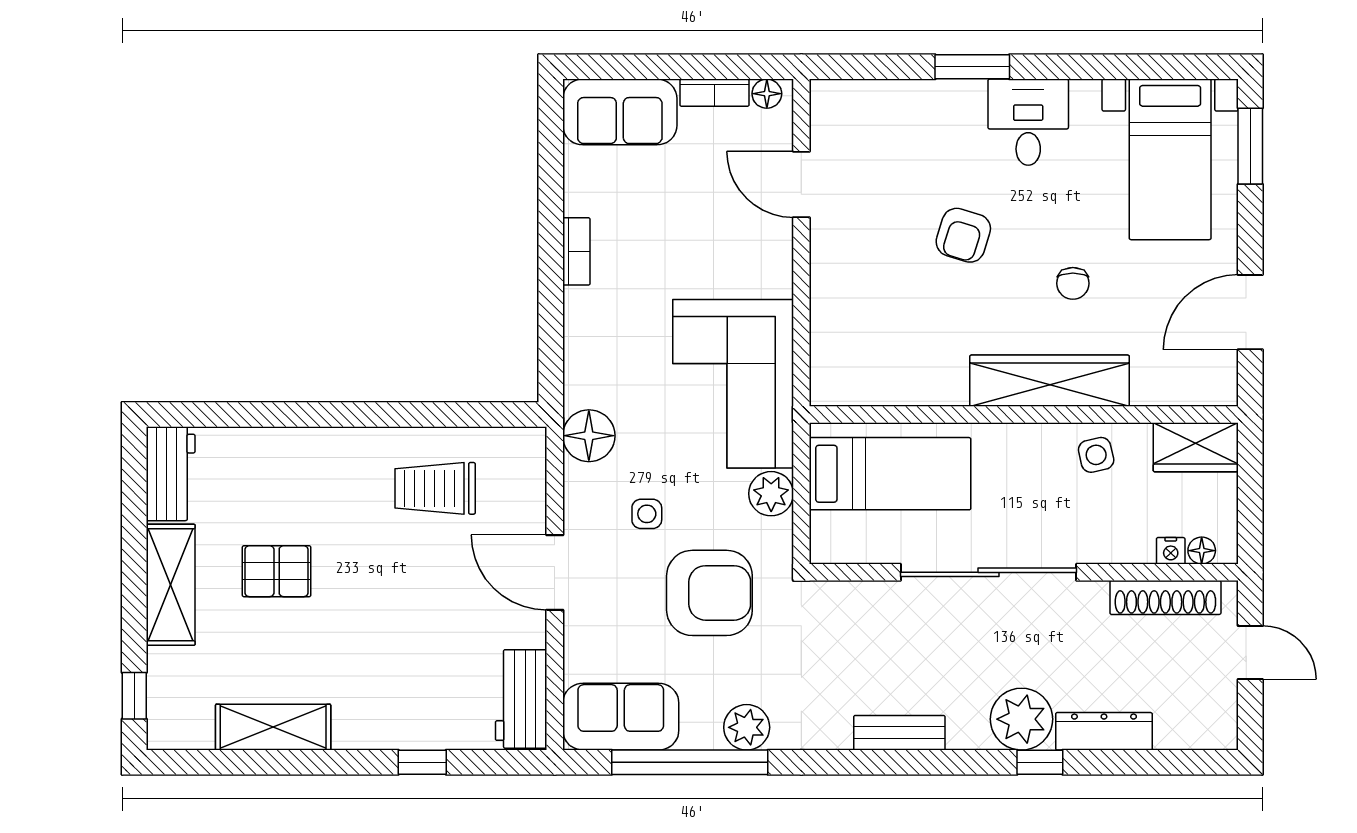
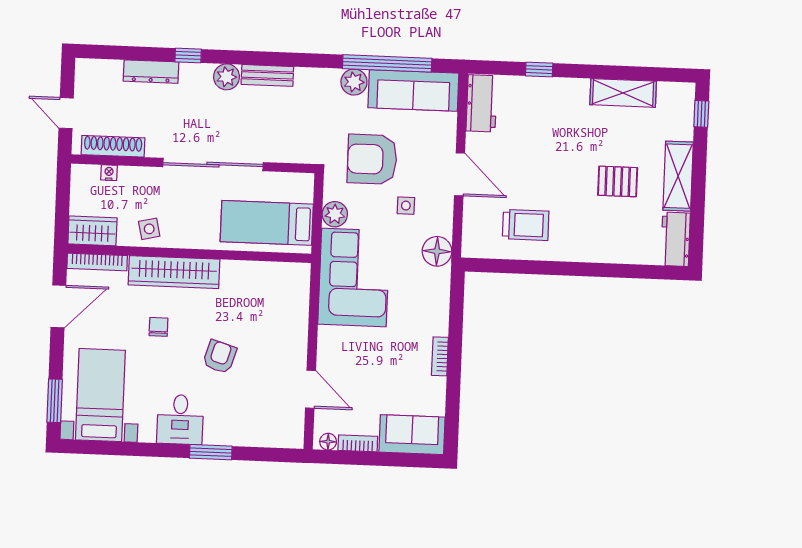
bookcase: (1185, 393) -> (97, 262), added
floor lamp: (1202, 551) -> (91, 172), removed
sofa: (621, 717) -> (413, 90), width x1.36
plant: (1021, 719) -> (227, 77), moved, width x0.73, depth x0.73

